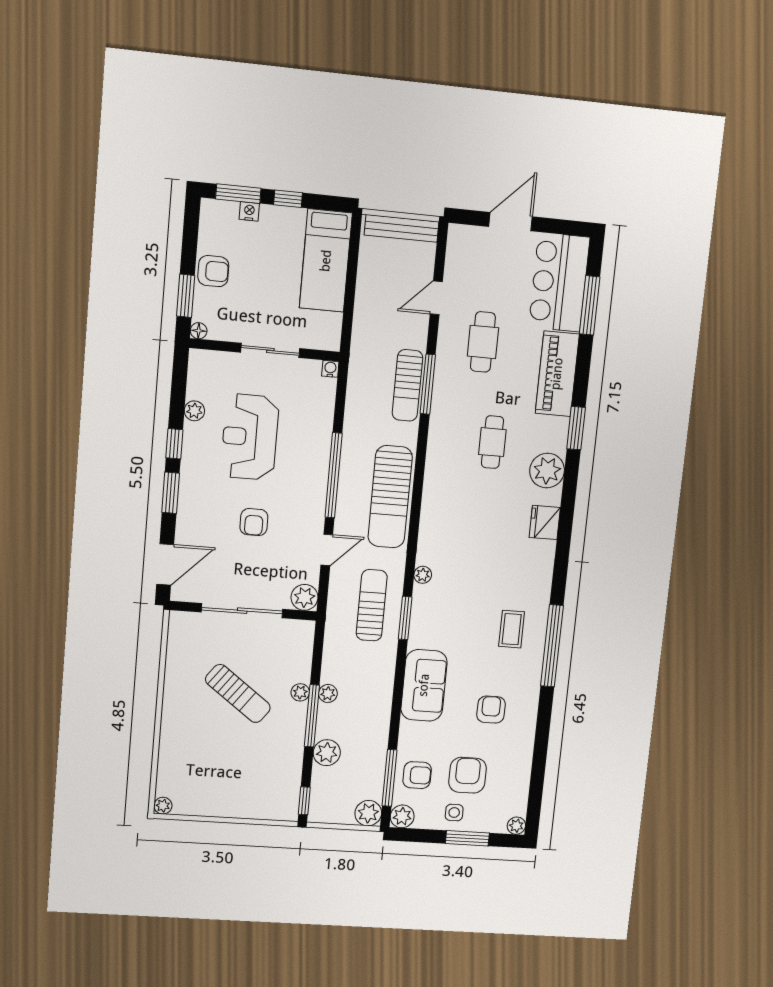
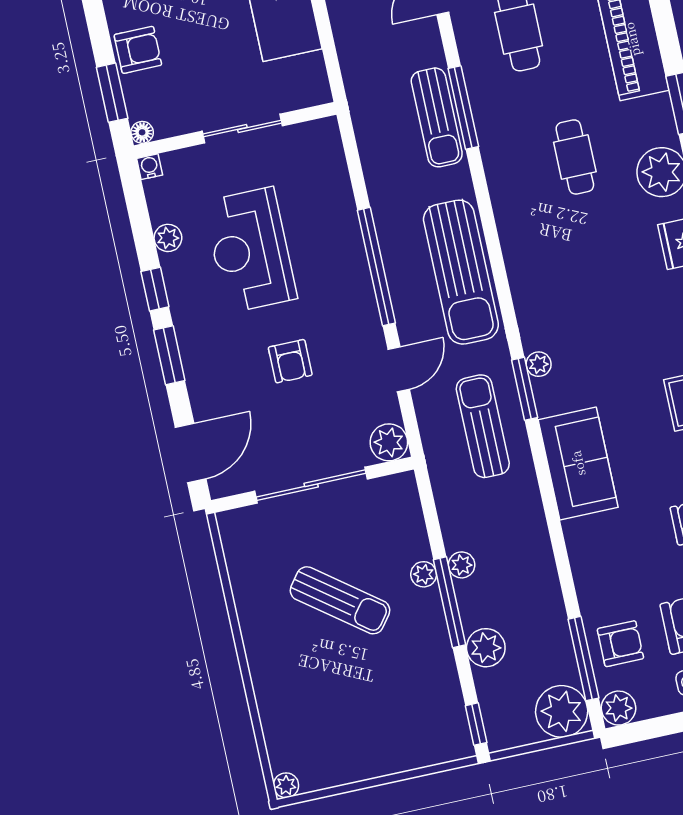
water cooler: (330, 369) -> (150, 167), moved
window: (405, 618) -> (525, 389), moved
sofa: (424, 685) -> (578, 463), moved
plant: (368, 813) -> (562, 711), width x1.36, depth x1.36

